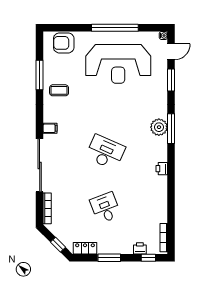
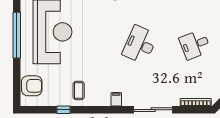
armchair: (64, 43) -> (32, 86), turned -90
window: (40, 75) -> (64, 110), width x0.46
sliding door: (40, 165) -> (153, 110), width x0.73

